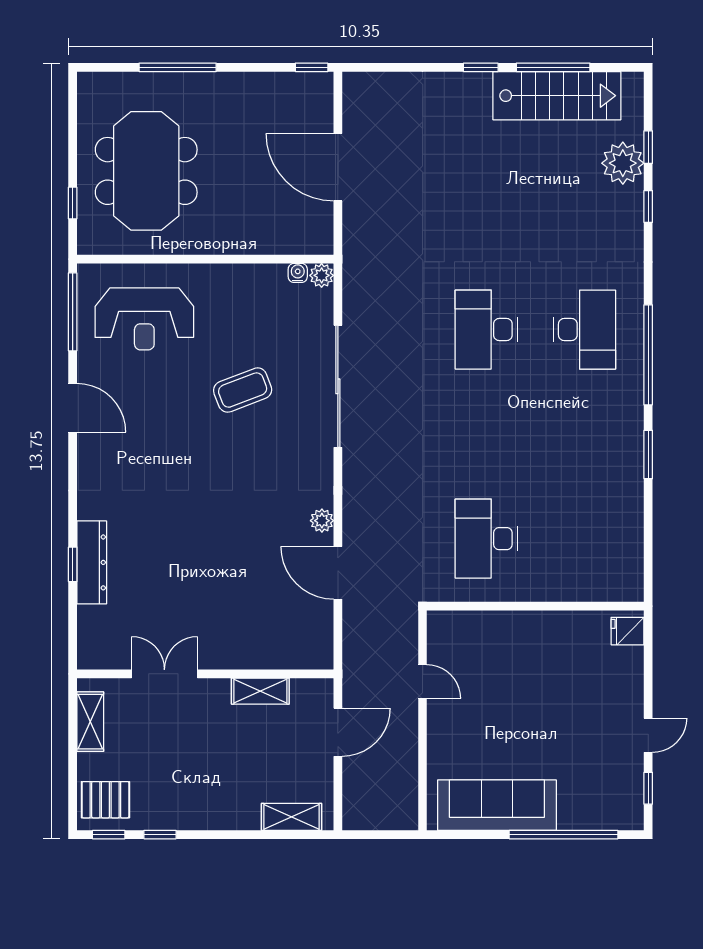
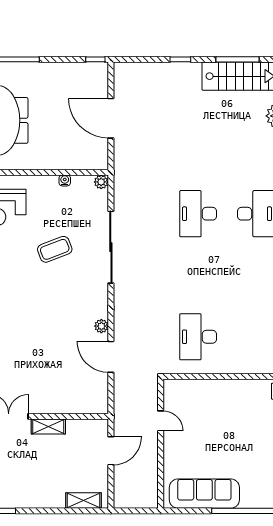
window: (481, 67) -> (180, 59), moved
water cooler: (298, 273) -> (65, 180), moved
shelving: (260, 691) -> (48, 426), moved

